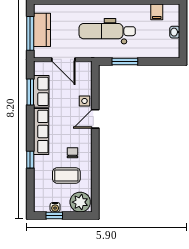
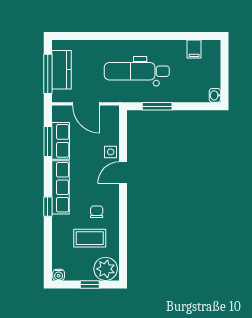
washbasin: (175, 32) -> (215, 95), moved
window: (30, 160) -> (48, 207), moved
water cooler: (55, 207) -> (59, 275), moved
window: (54, 216) -> (90, 284), moved

